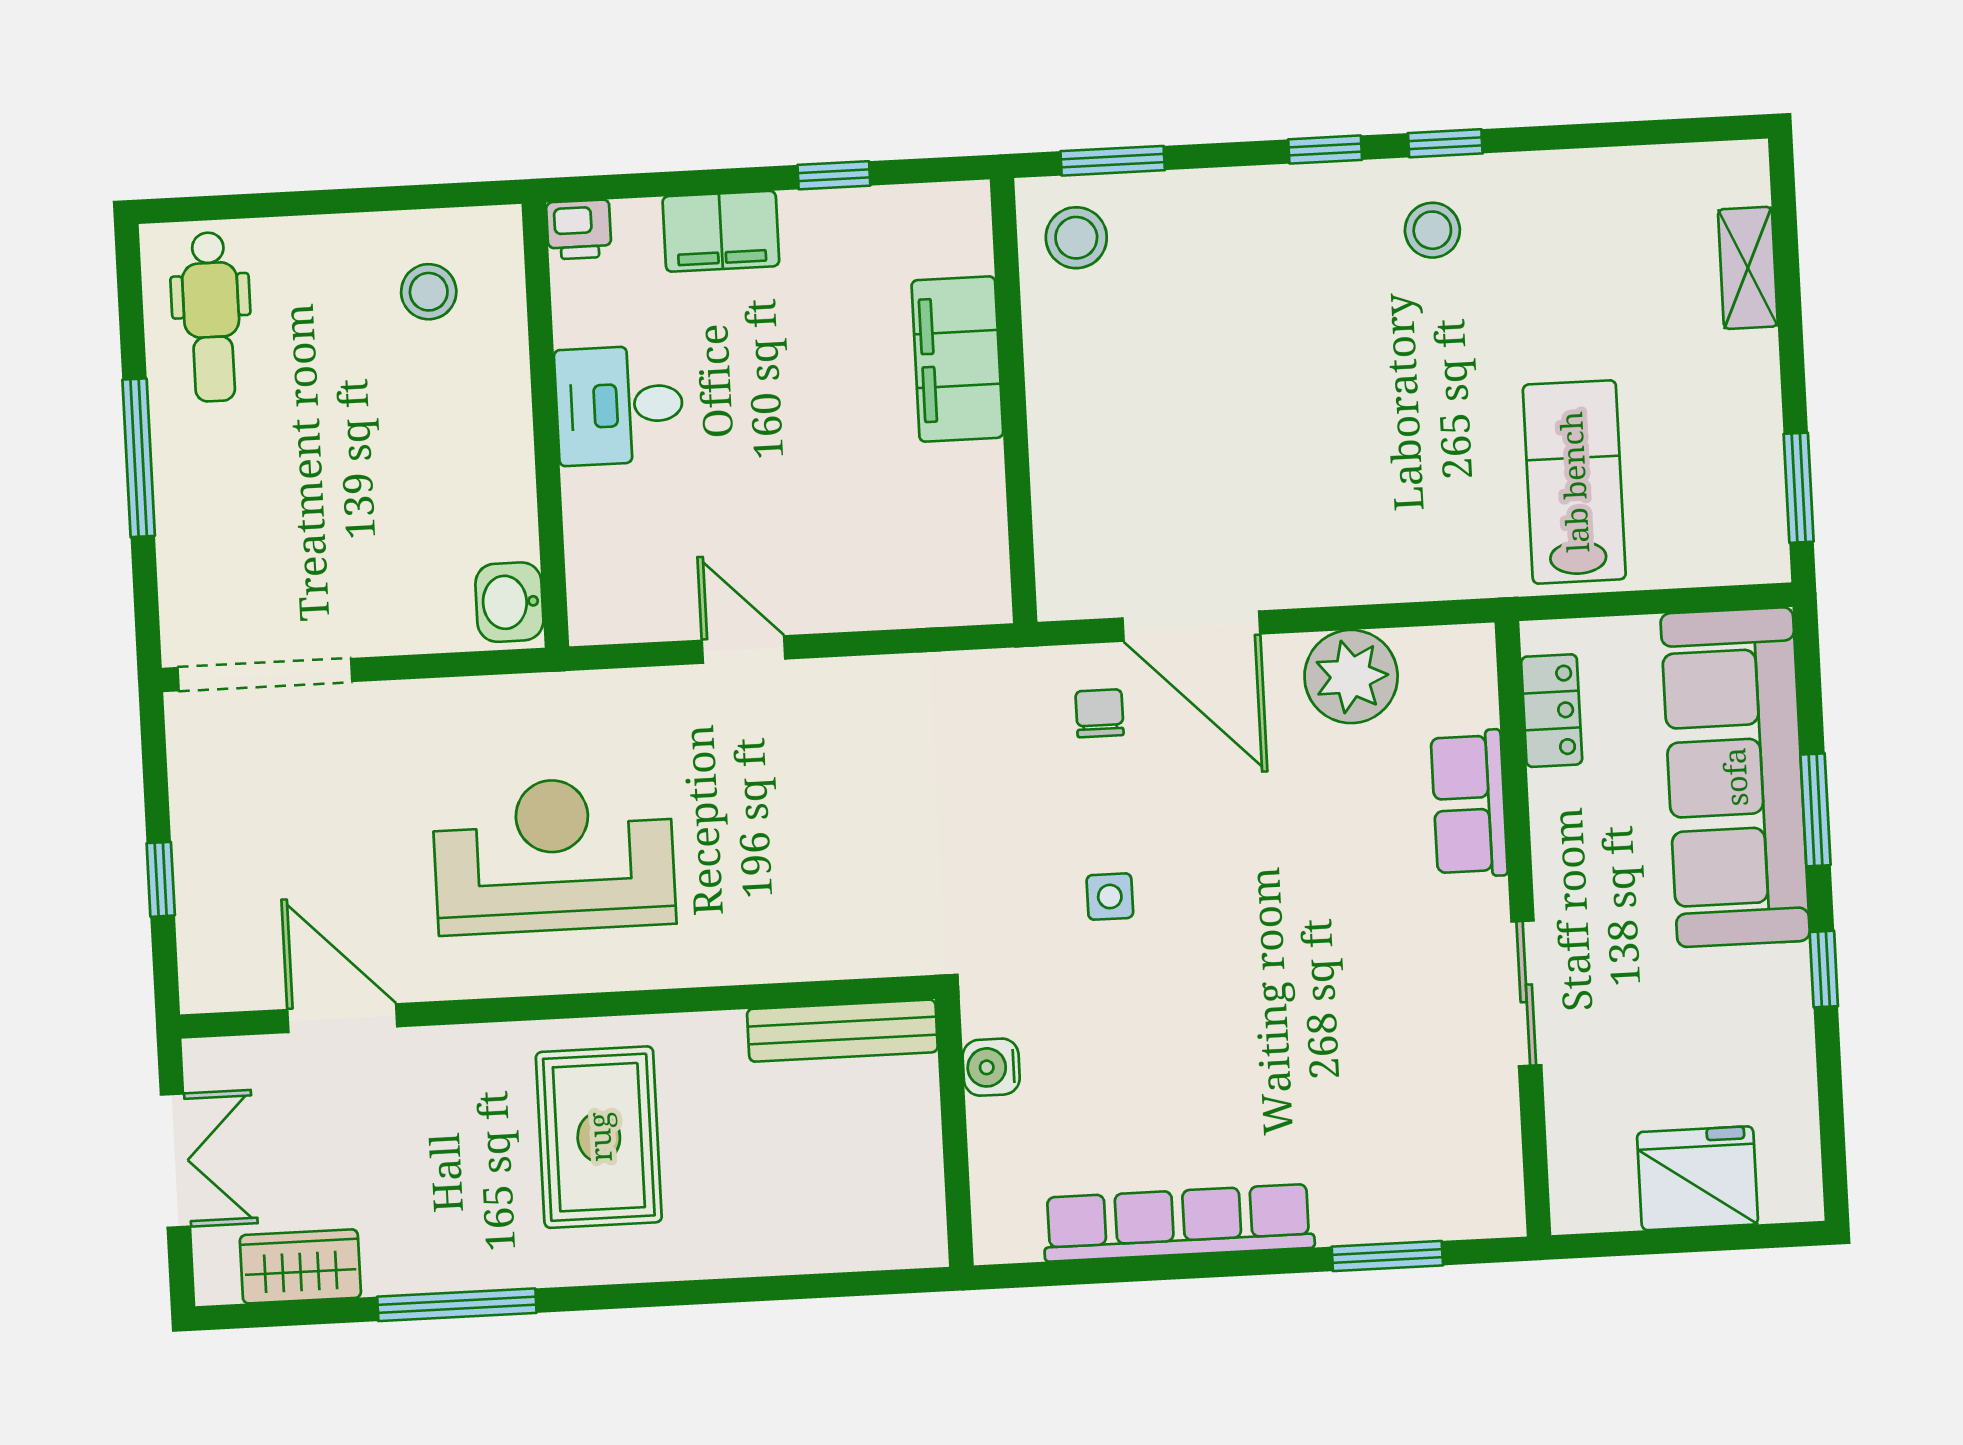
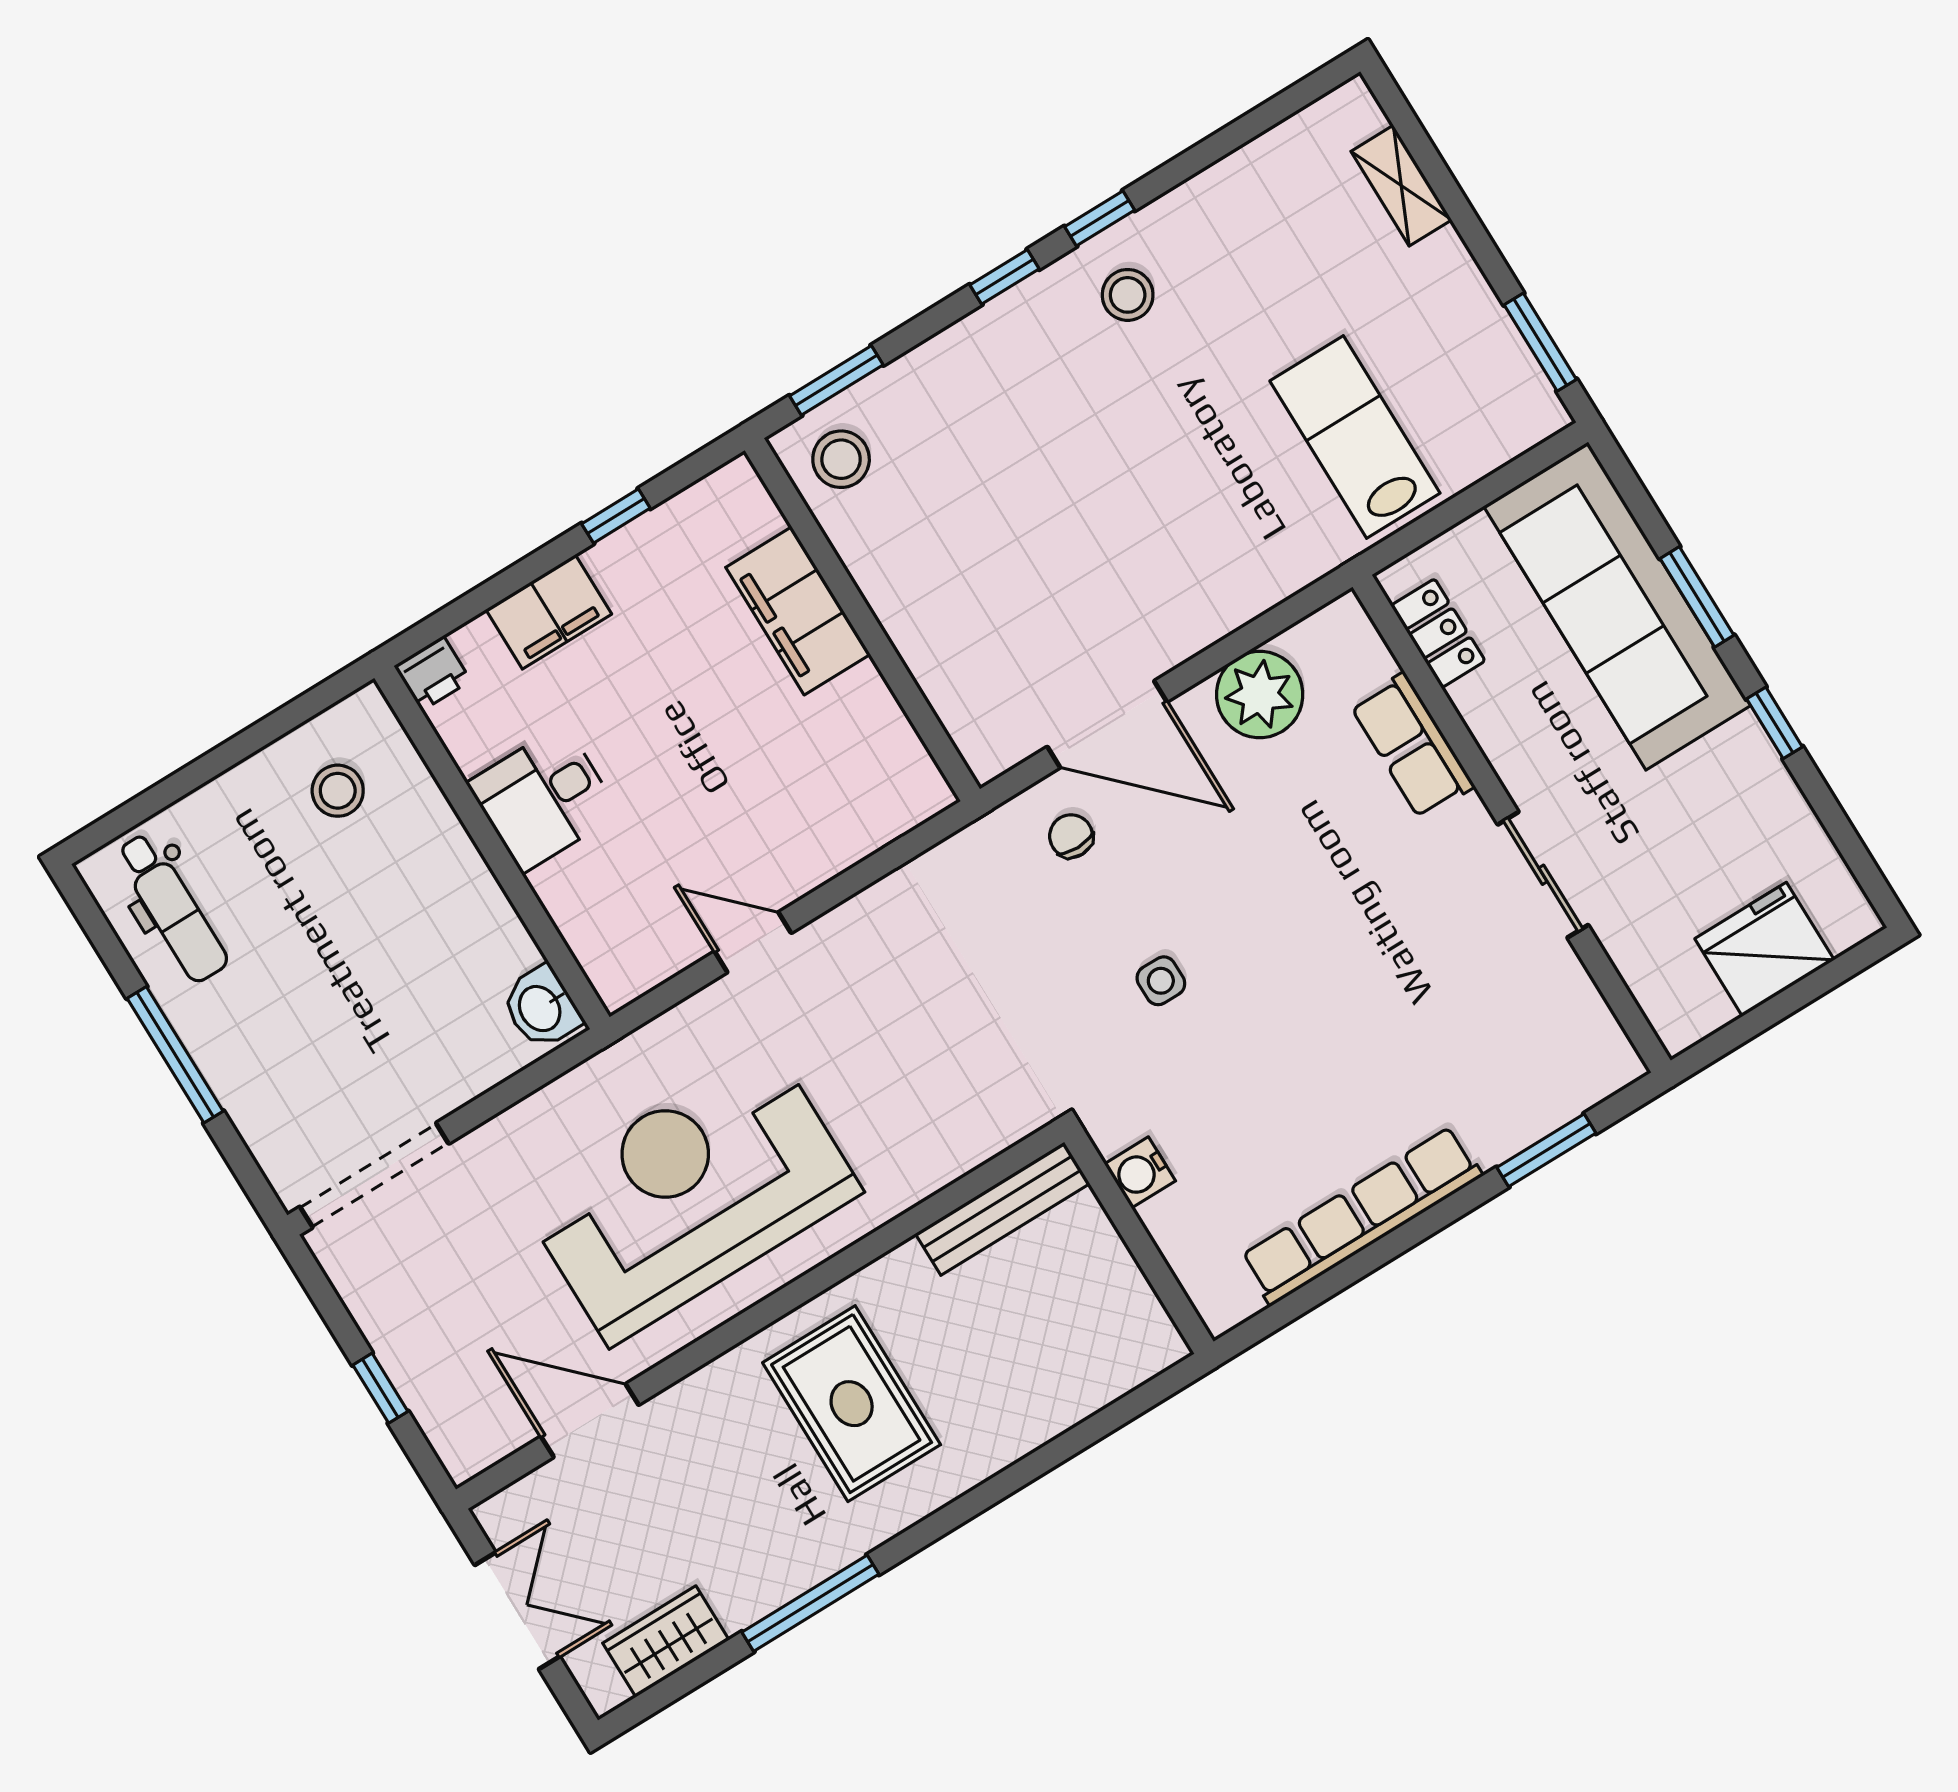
reception desk: (554, 855) -> (690, 1194), width x1.36, depth x1.30

